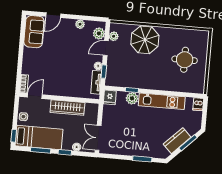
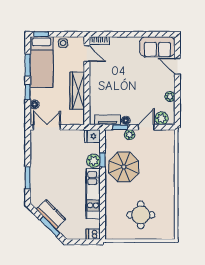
plant: (114, 36) -> (130, 135), moved
parasol: (145, 40) -> (124, 167), moved
door: (106, 48) -> (146, 127), hinge flipped

